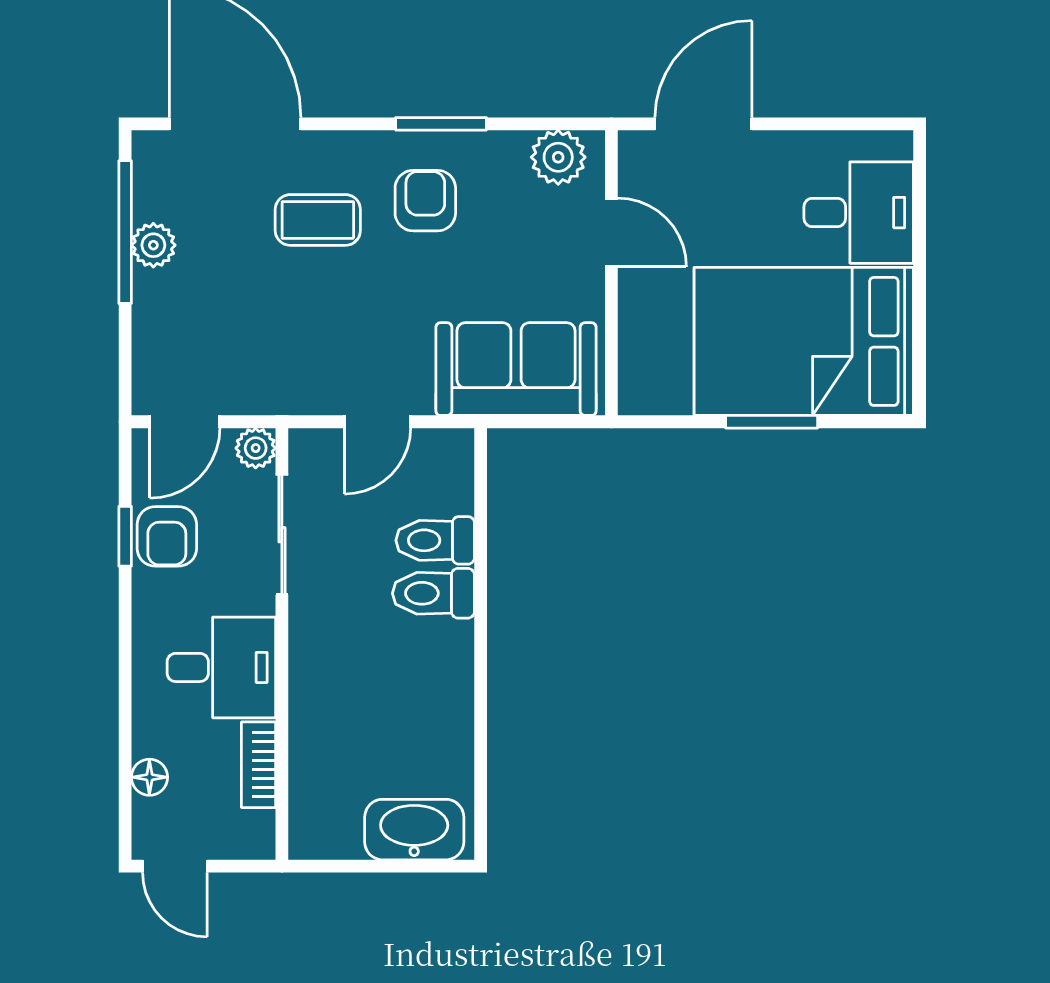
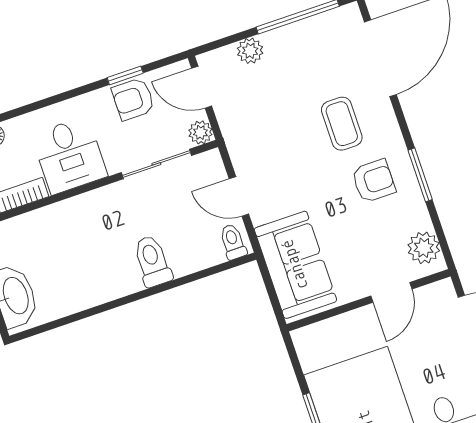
plant: (153, 245) -> (250, 51), moved
toilet: (435, 540) -> (233, 242), moved, width x0.73, depth x0.72

